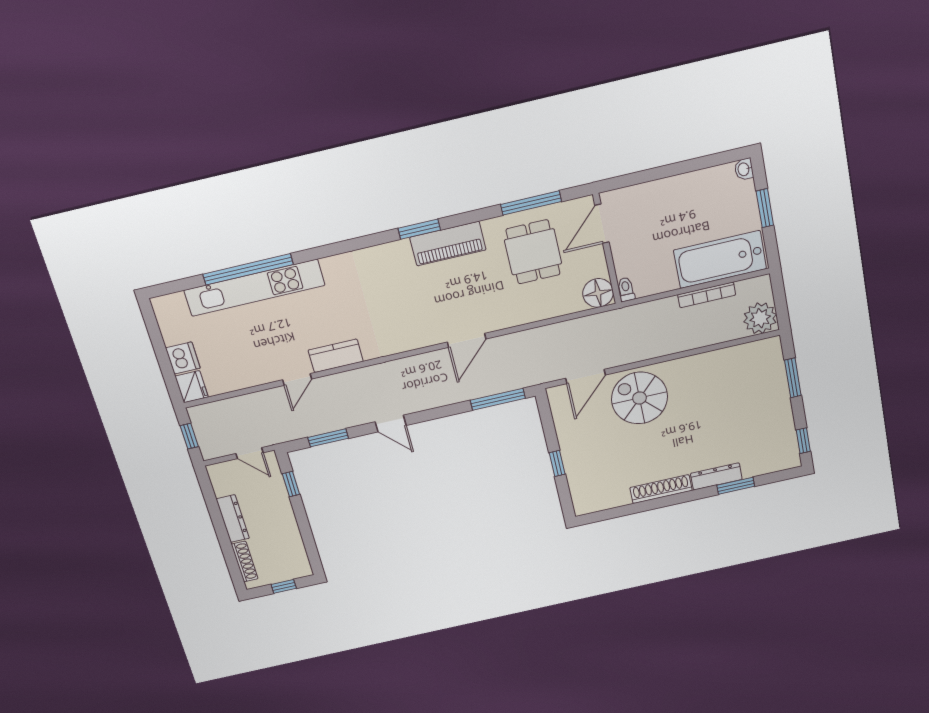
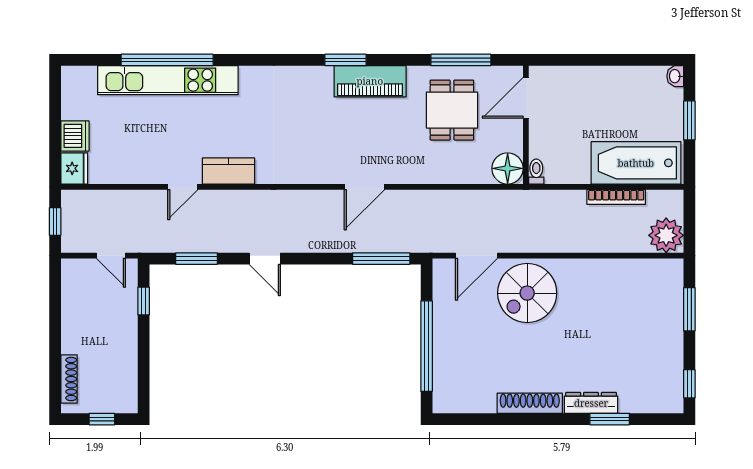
spiral stairs: (640, 398) -> (527, 293), turned -90
window: (557, 463) -> (427, 346), width x3.17
dresser: (233, 519) -> (71, 326), removed

